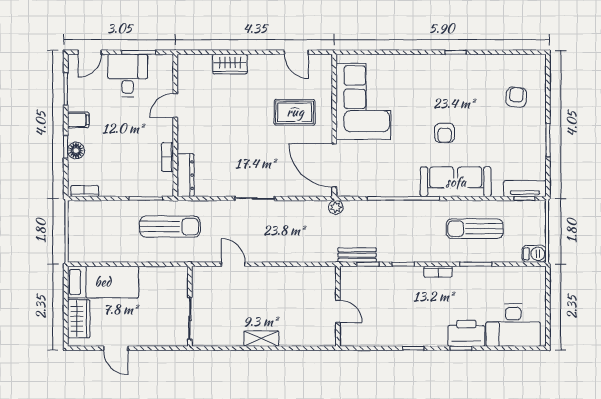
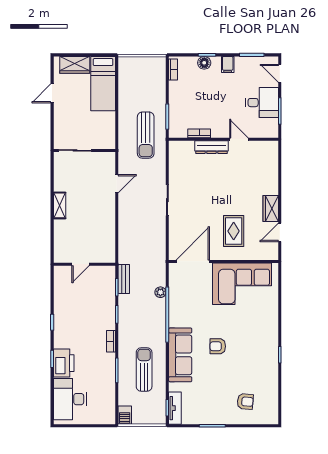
wardrobe: (230, 64) -> (271, 209), moved
dresser: (186, 175) -> (211, 147), moved
plant: (336, 207) -> (160, 292), moved

